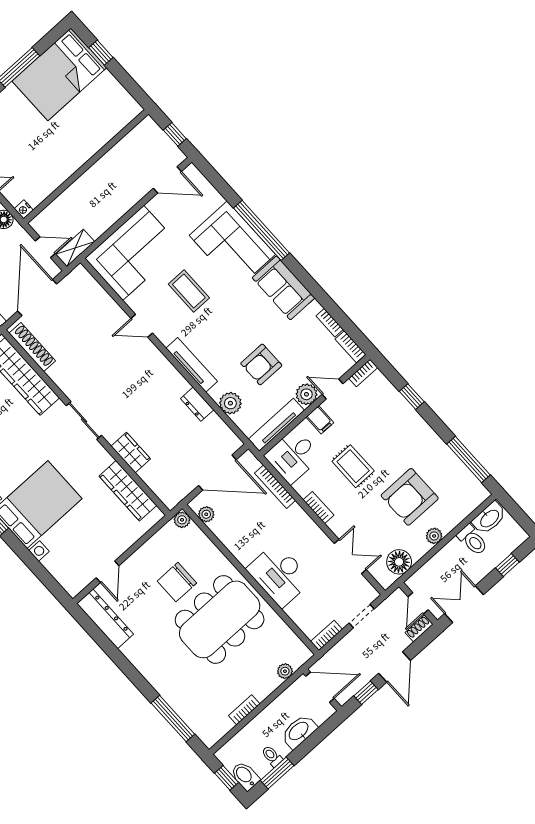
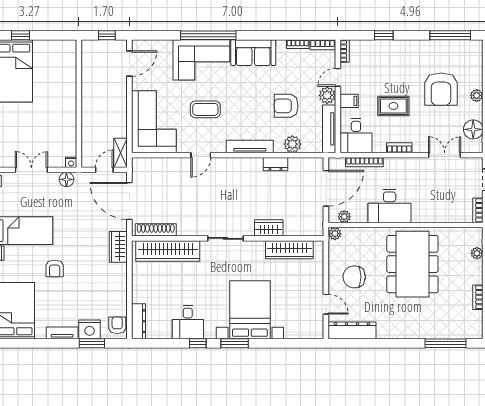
armchair: (261, 364) -> (286, 106), turned 90
desk: (279, 575) -> (390, 206), moved
chair: (177, 582) -> (354, 277), moved, turned 90

